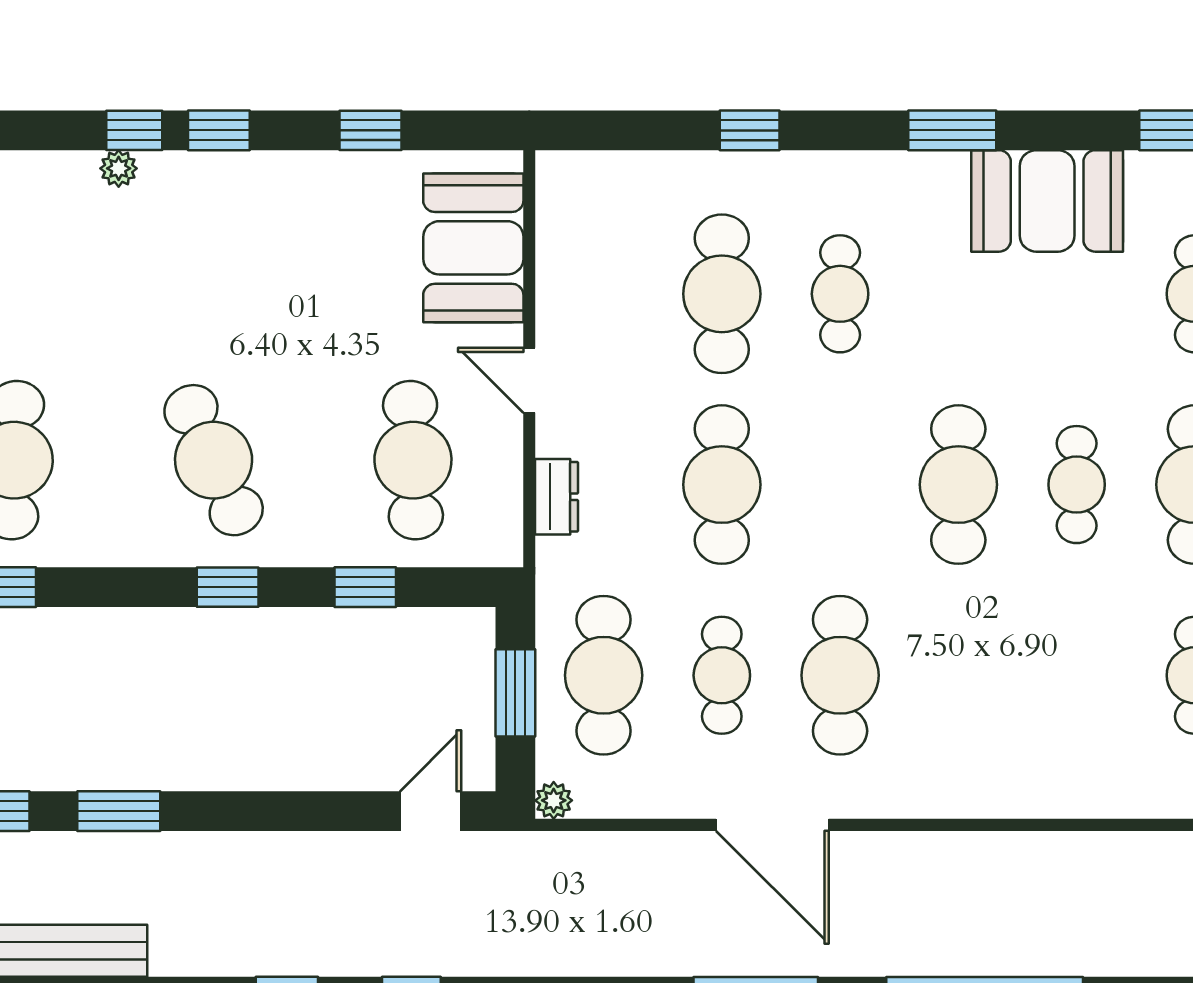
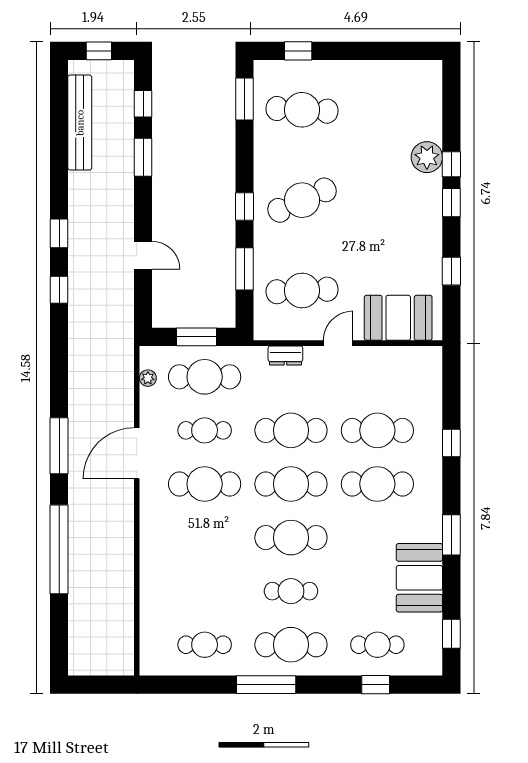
plant: (119, 168) -> (427, 157), width x1.88, depth x1.88
cafe table: (840, 294) -> (377, 484), width x1.37, depth x1.35
cafe table: (840, 485) -> (291, 484), added
window: (365, 587) -> (244, 269), width x1.50
plant: (554, 800) -> (148, 378), moved
door: (431, 811) -> (143, 255), moved

